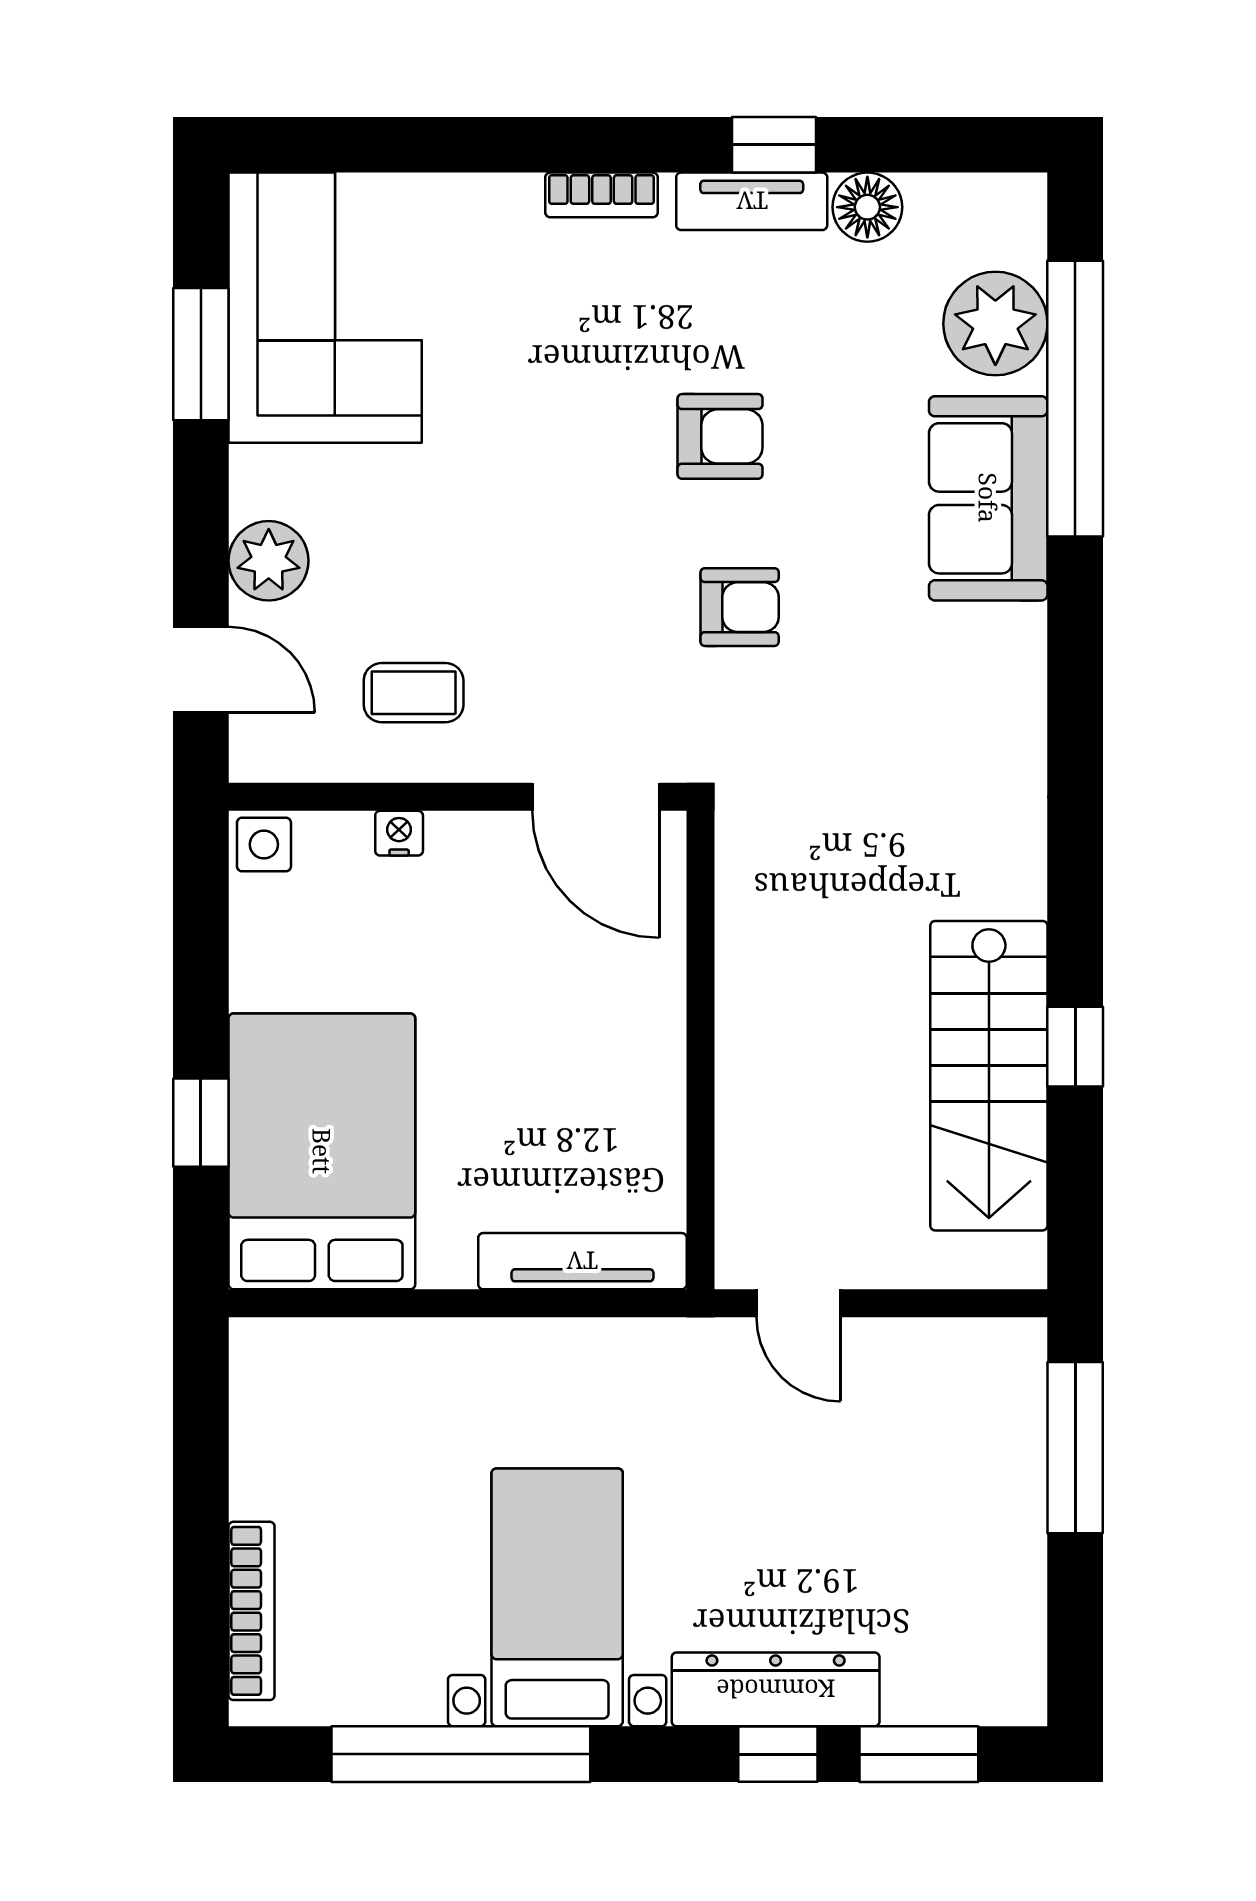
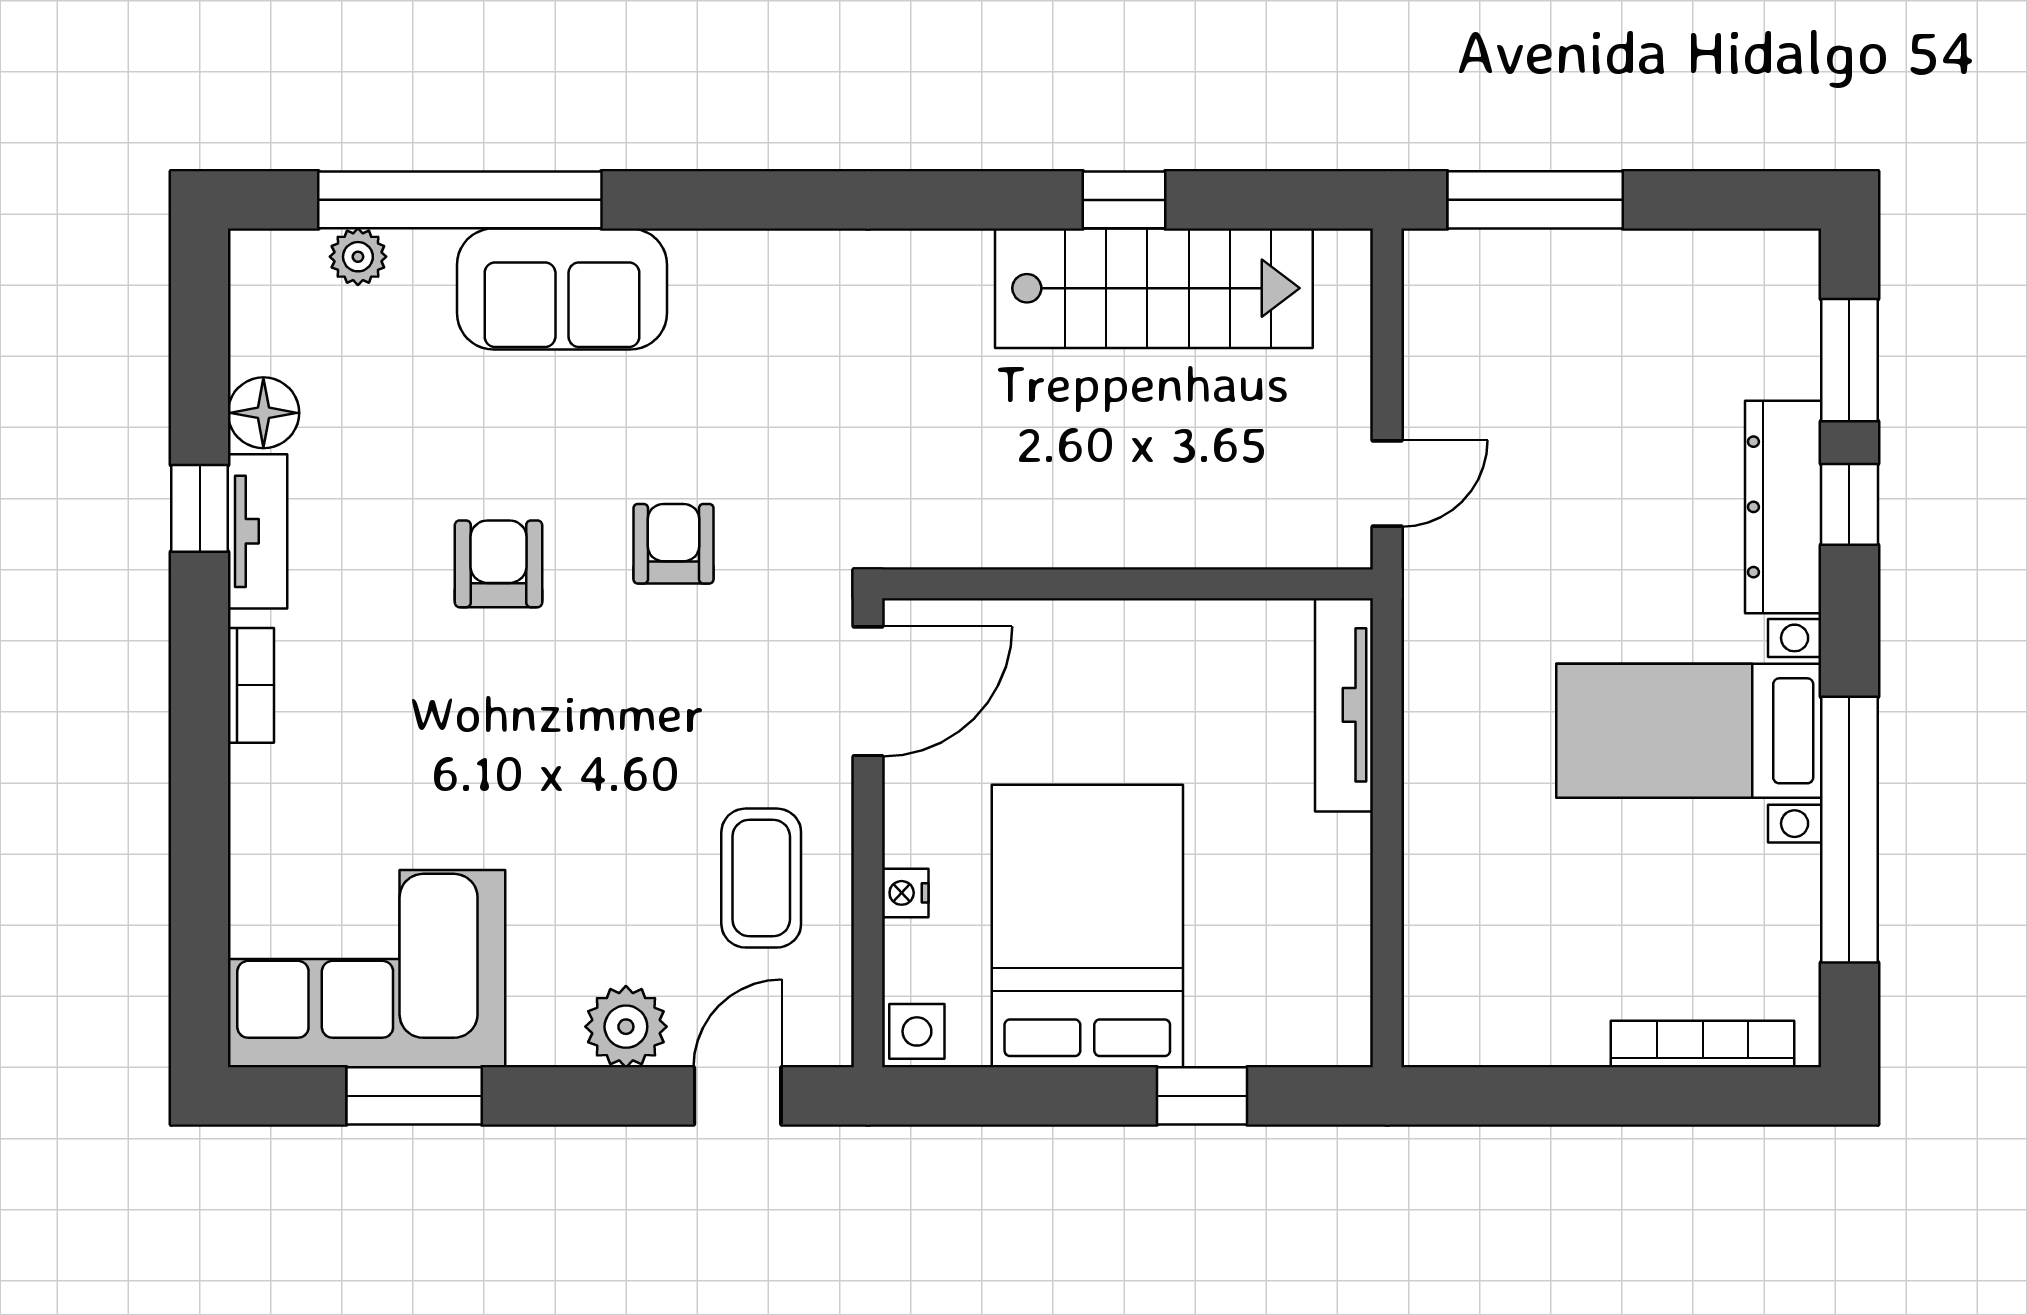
plant: (995, 324) -> (358, 257), width x0.53, depth x0.53
coffee table: (414, 693) -> (761, 878), width x1.36, depth x1.30
bed: (322, 1151) -> (1087, 926), moved, turned 90

